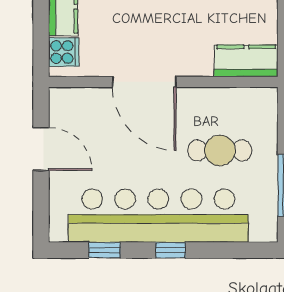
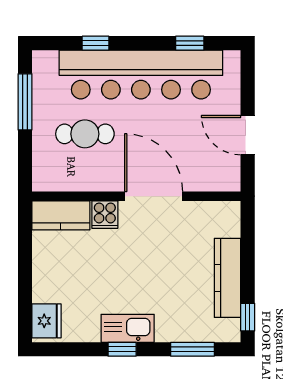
cooker: (64, 52) -> (105, 215), moved, turned -90
window: (171, 250) -> (96, 43), moved

